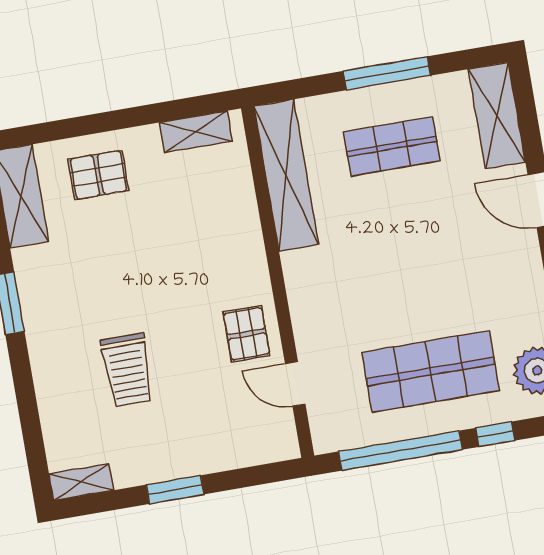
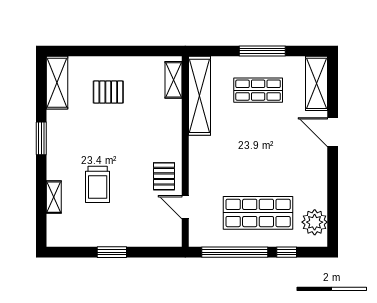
shelving: (196, 132) -> (173, 80), moved, turned 90
pallet: (98, 175) -> (108, 92), moved
shelving: (81, 482) -> (54, 197), moved, turned 90

